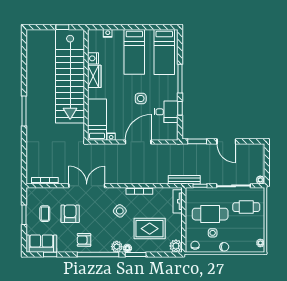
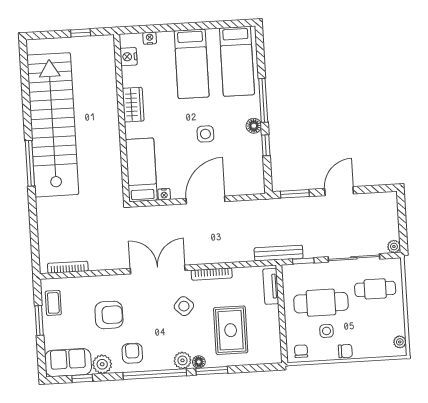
nightstand: (93, 58) -> (128, 57), moved
stairs: (70, 76) -> (53, 125), moved, turned 180
floor lamp: (173, 95) -> (254, 126), added
desk: (166, 112) -> (245, 152), removed
door: (226, 141) -> (339, 191), swing flipped
double door: (87, 186) -> (158, 270), moved
coffee table: (45, 214) -> (53, 303), moved
armchair: (70, 214) -> (109, 315), turned 90
rug: (150, 229) -> (231, 330), turned 90
armchair: (84, 240) -> (132, 353), turned 90
plant: (176, 246) -> (102, 364), moved

